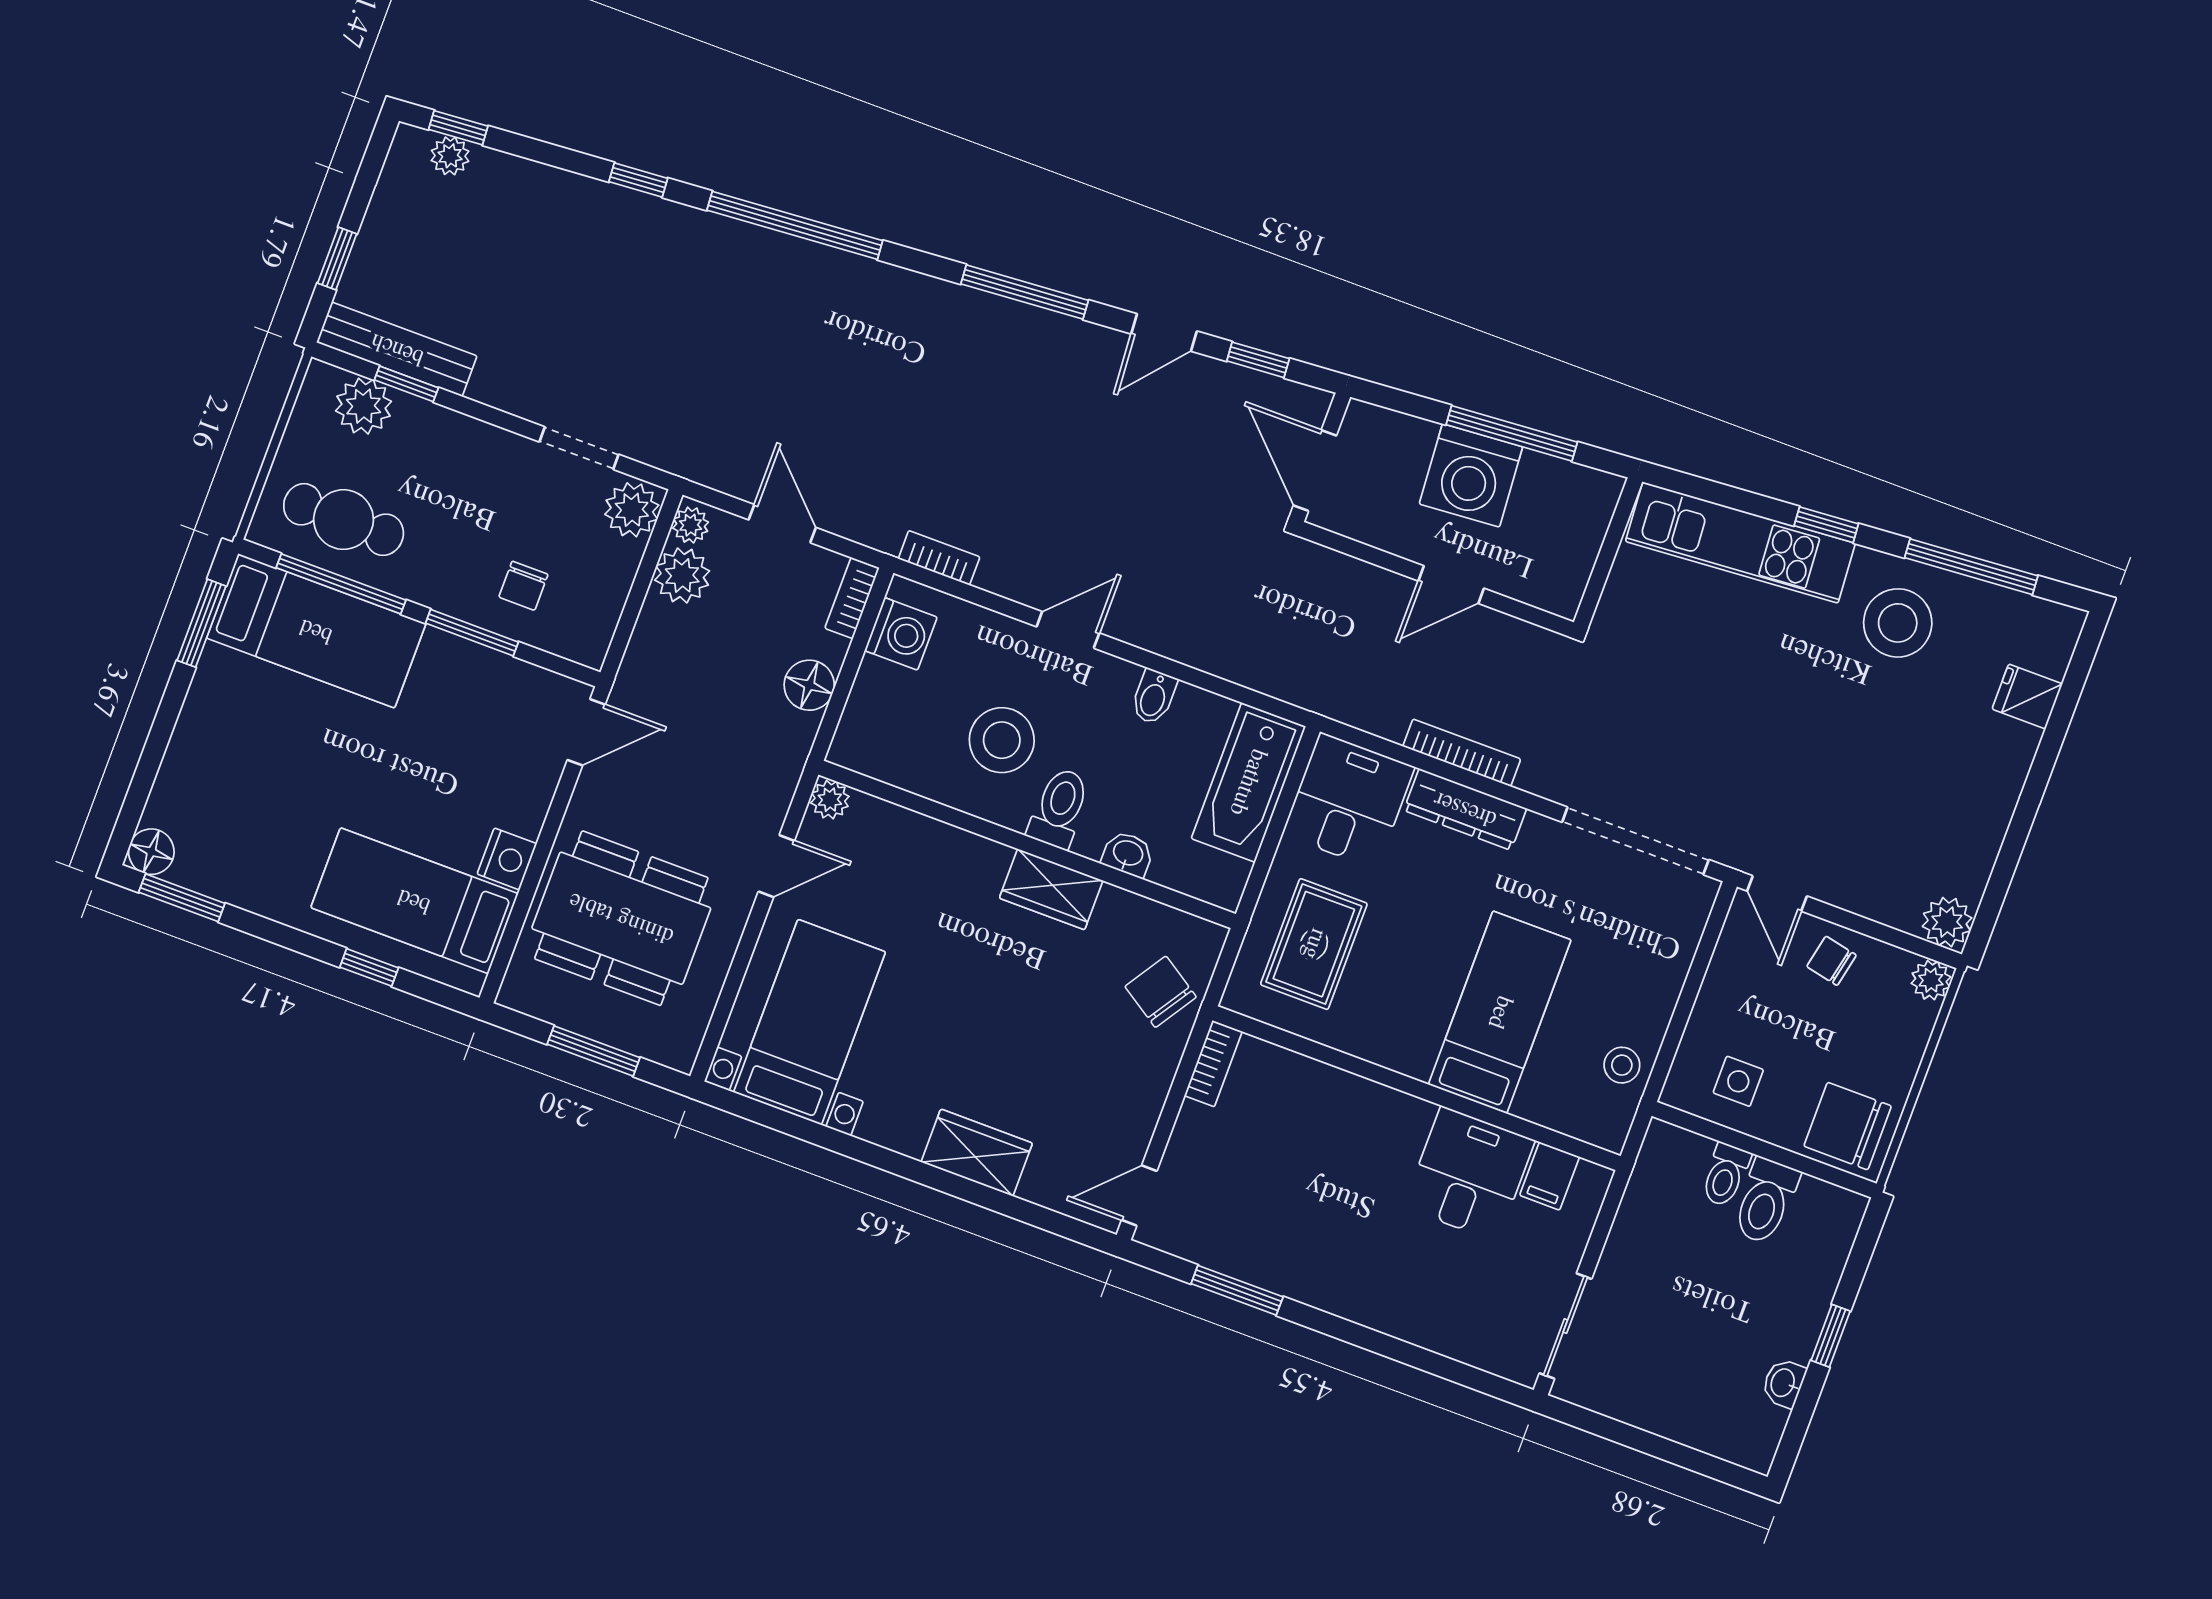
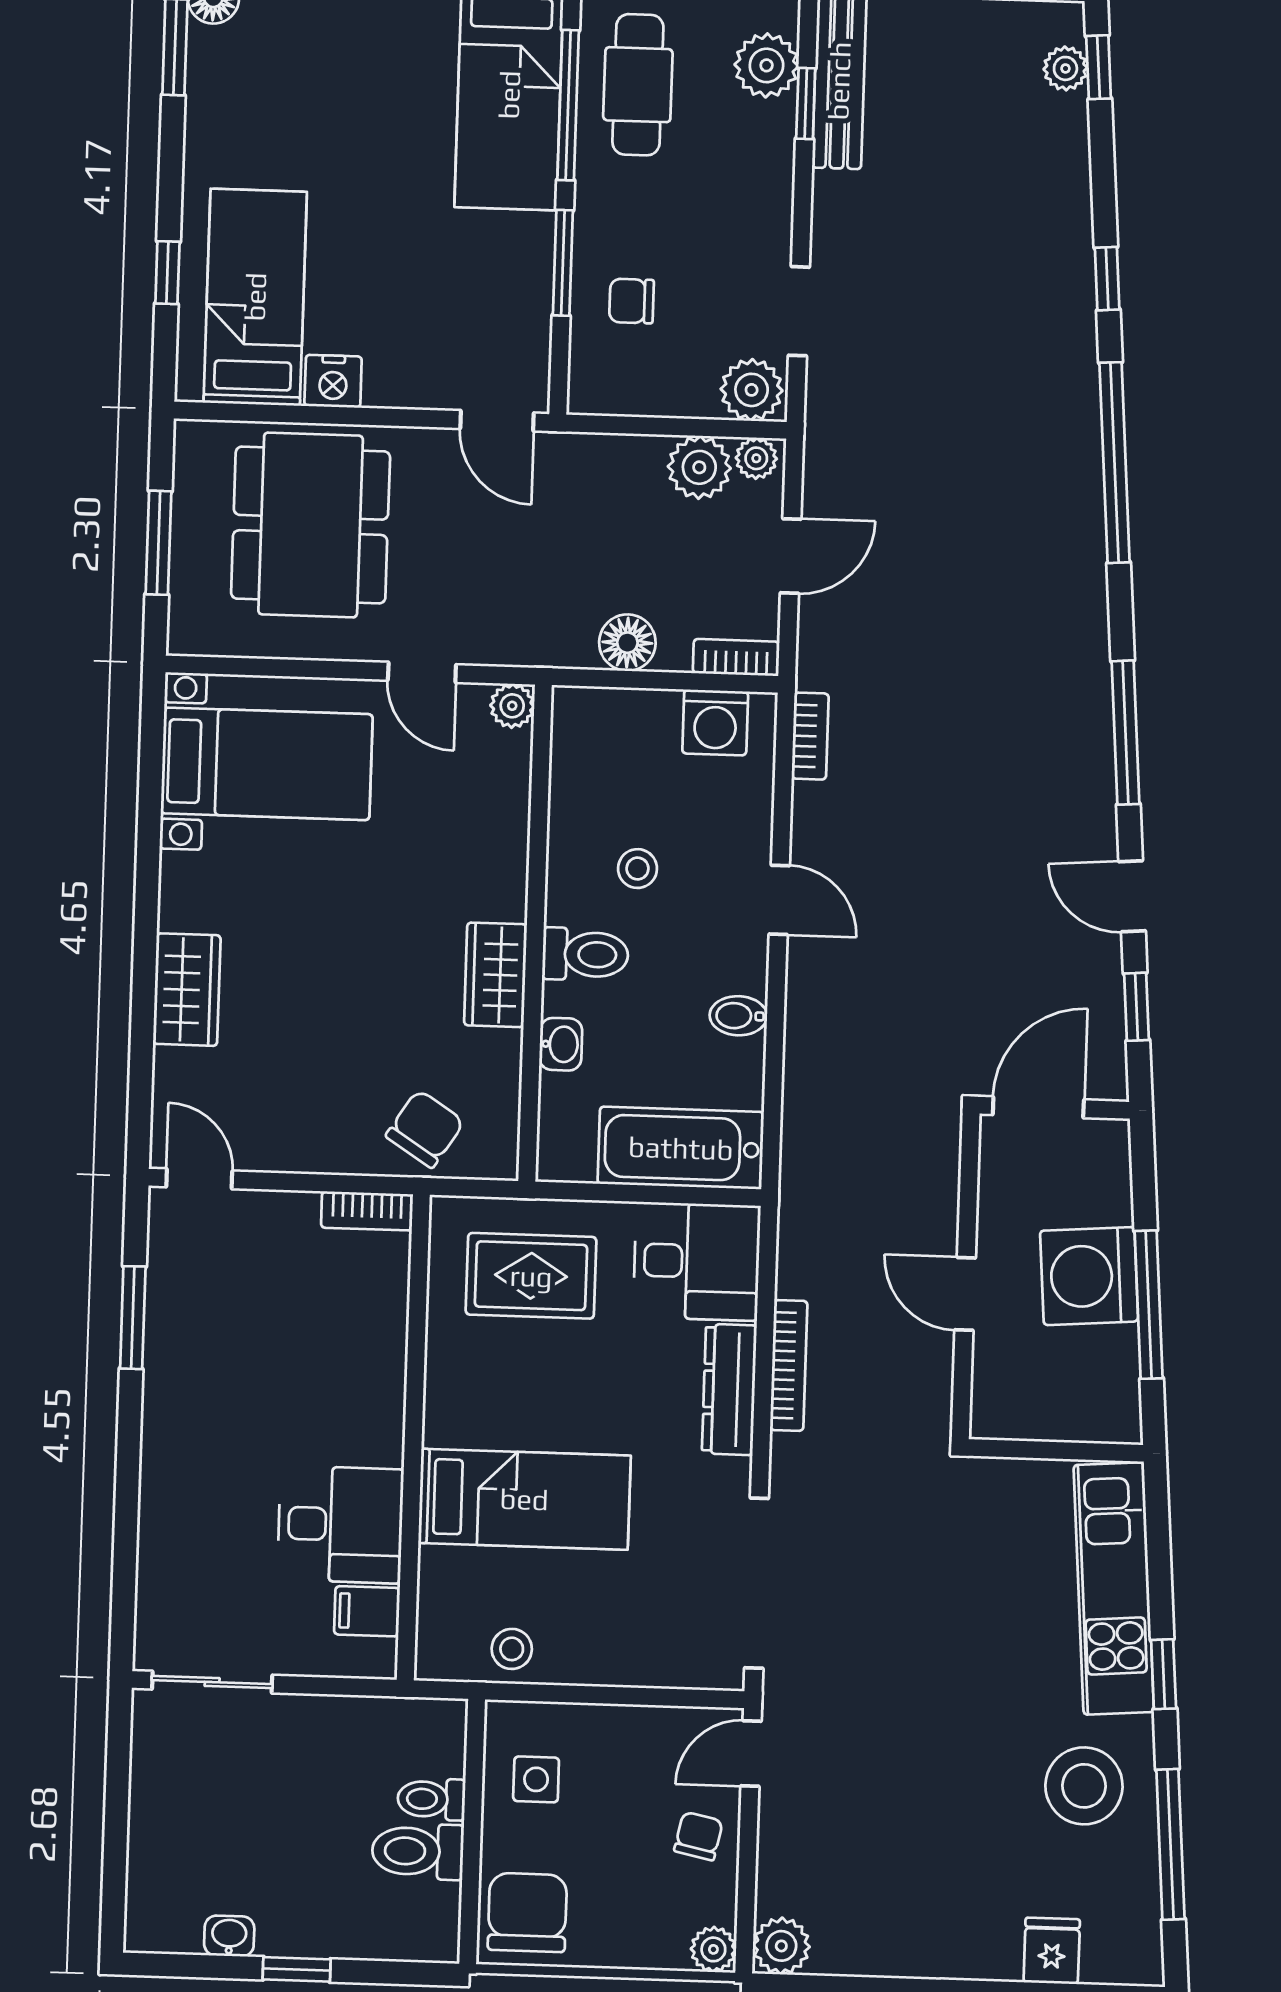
stool: (1002, 740) -> (638, 869), width x0.53, depth x0.53

